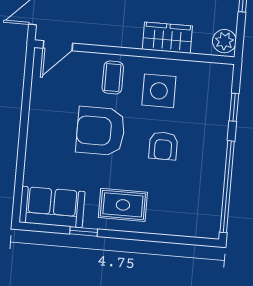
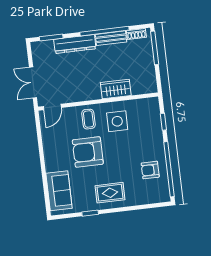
plant: (224, 41) -> (150, 84), removed
armchair: (163, 146) -> (150, 170), moved, turned 90
sofa: (52, 207) -> (59, 191), moved, turned 90

